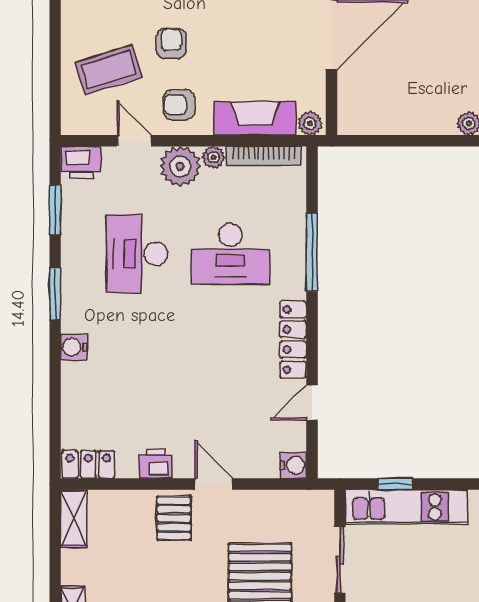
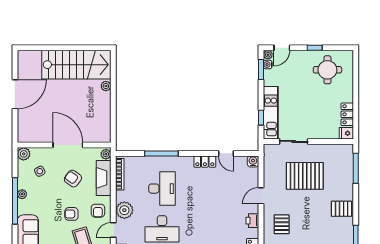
armchair: (254, 47) -> (73, 179), added
plant: (213, 157) -> (120, 196), removed
locker: (293, 340) -> (205, 162), width x0.66
pallet: (174, 518) -> (282, 224), moved, turned 90

